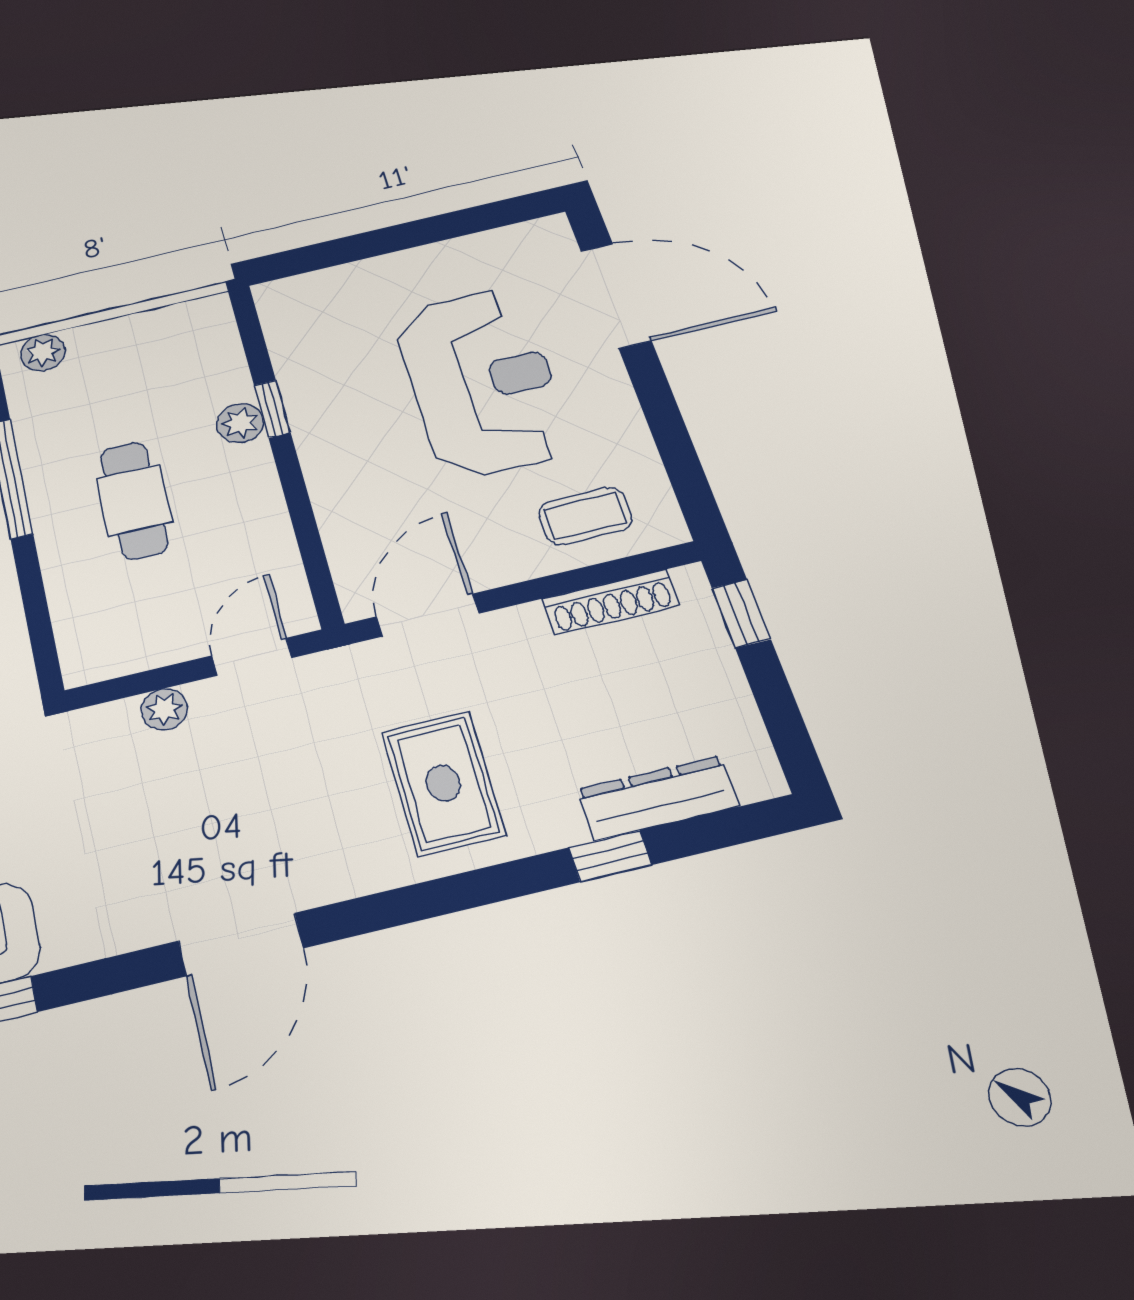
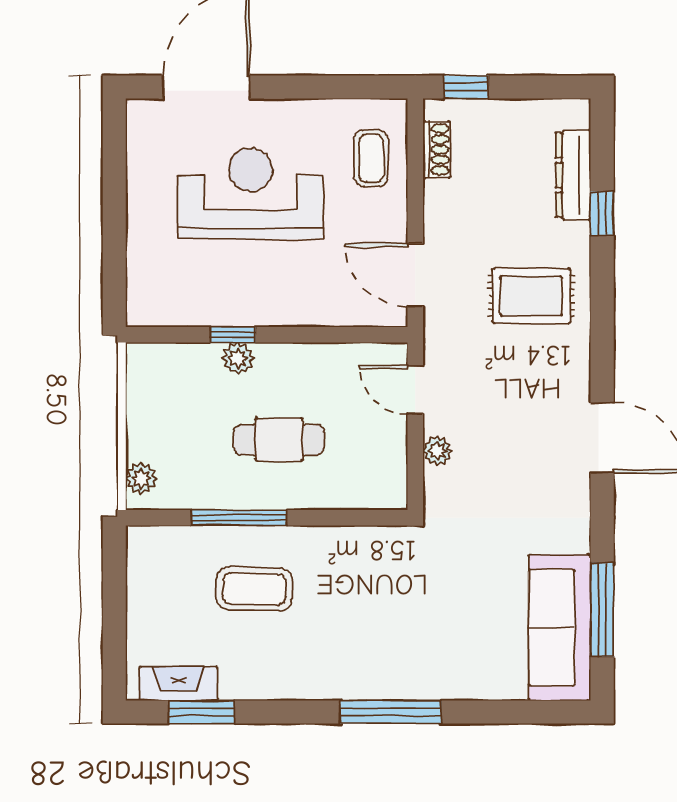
shoe rack: (611, 602) -> (437, 150), width x0.70

